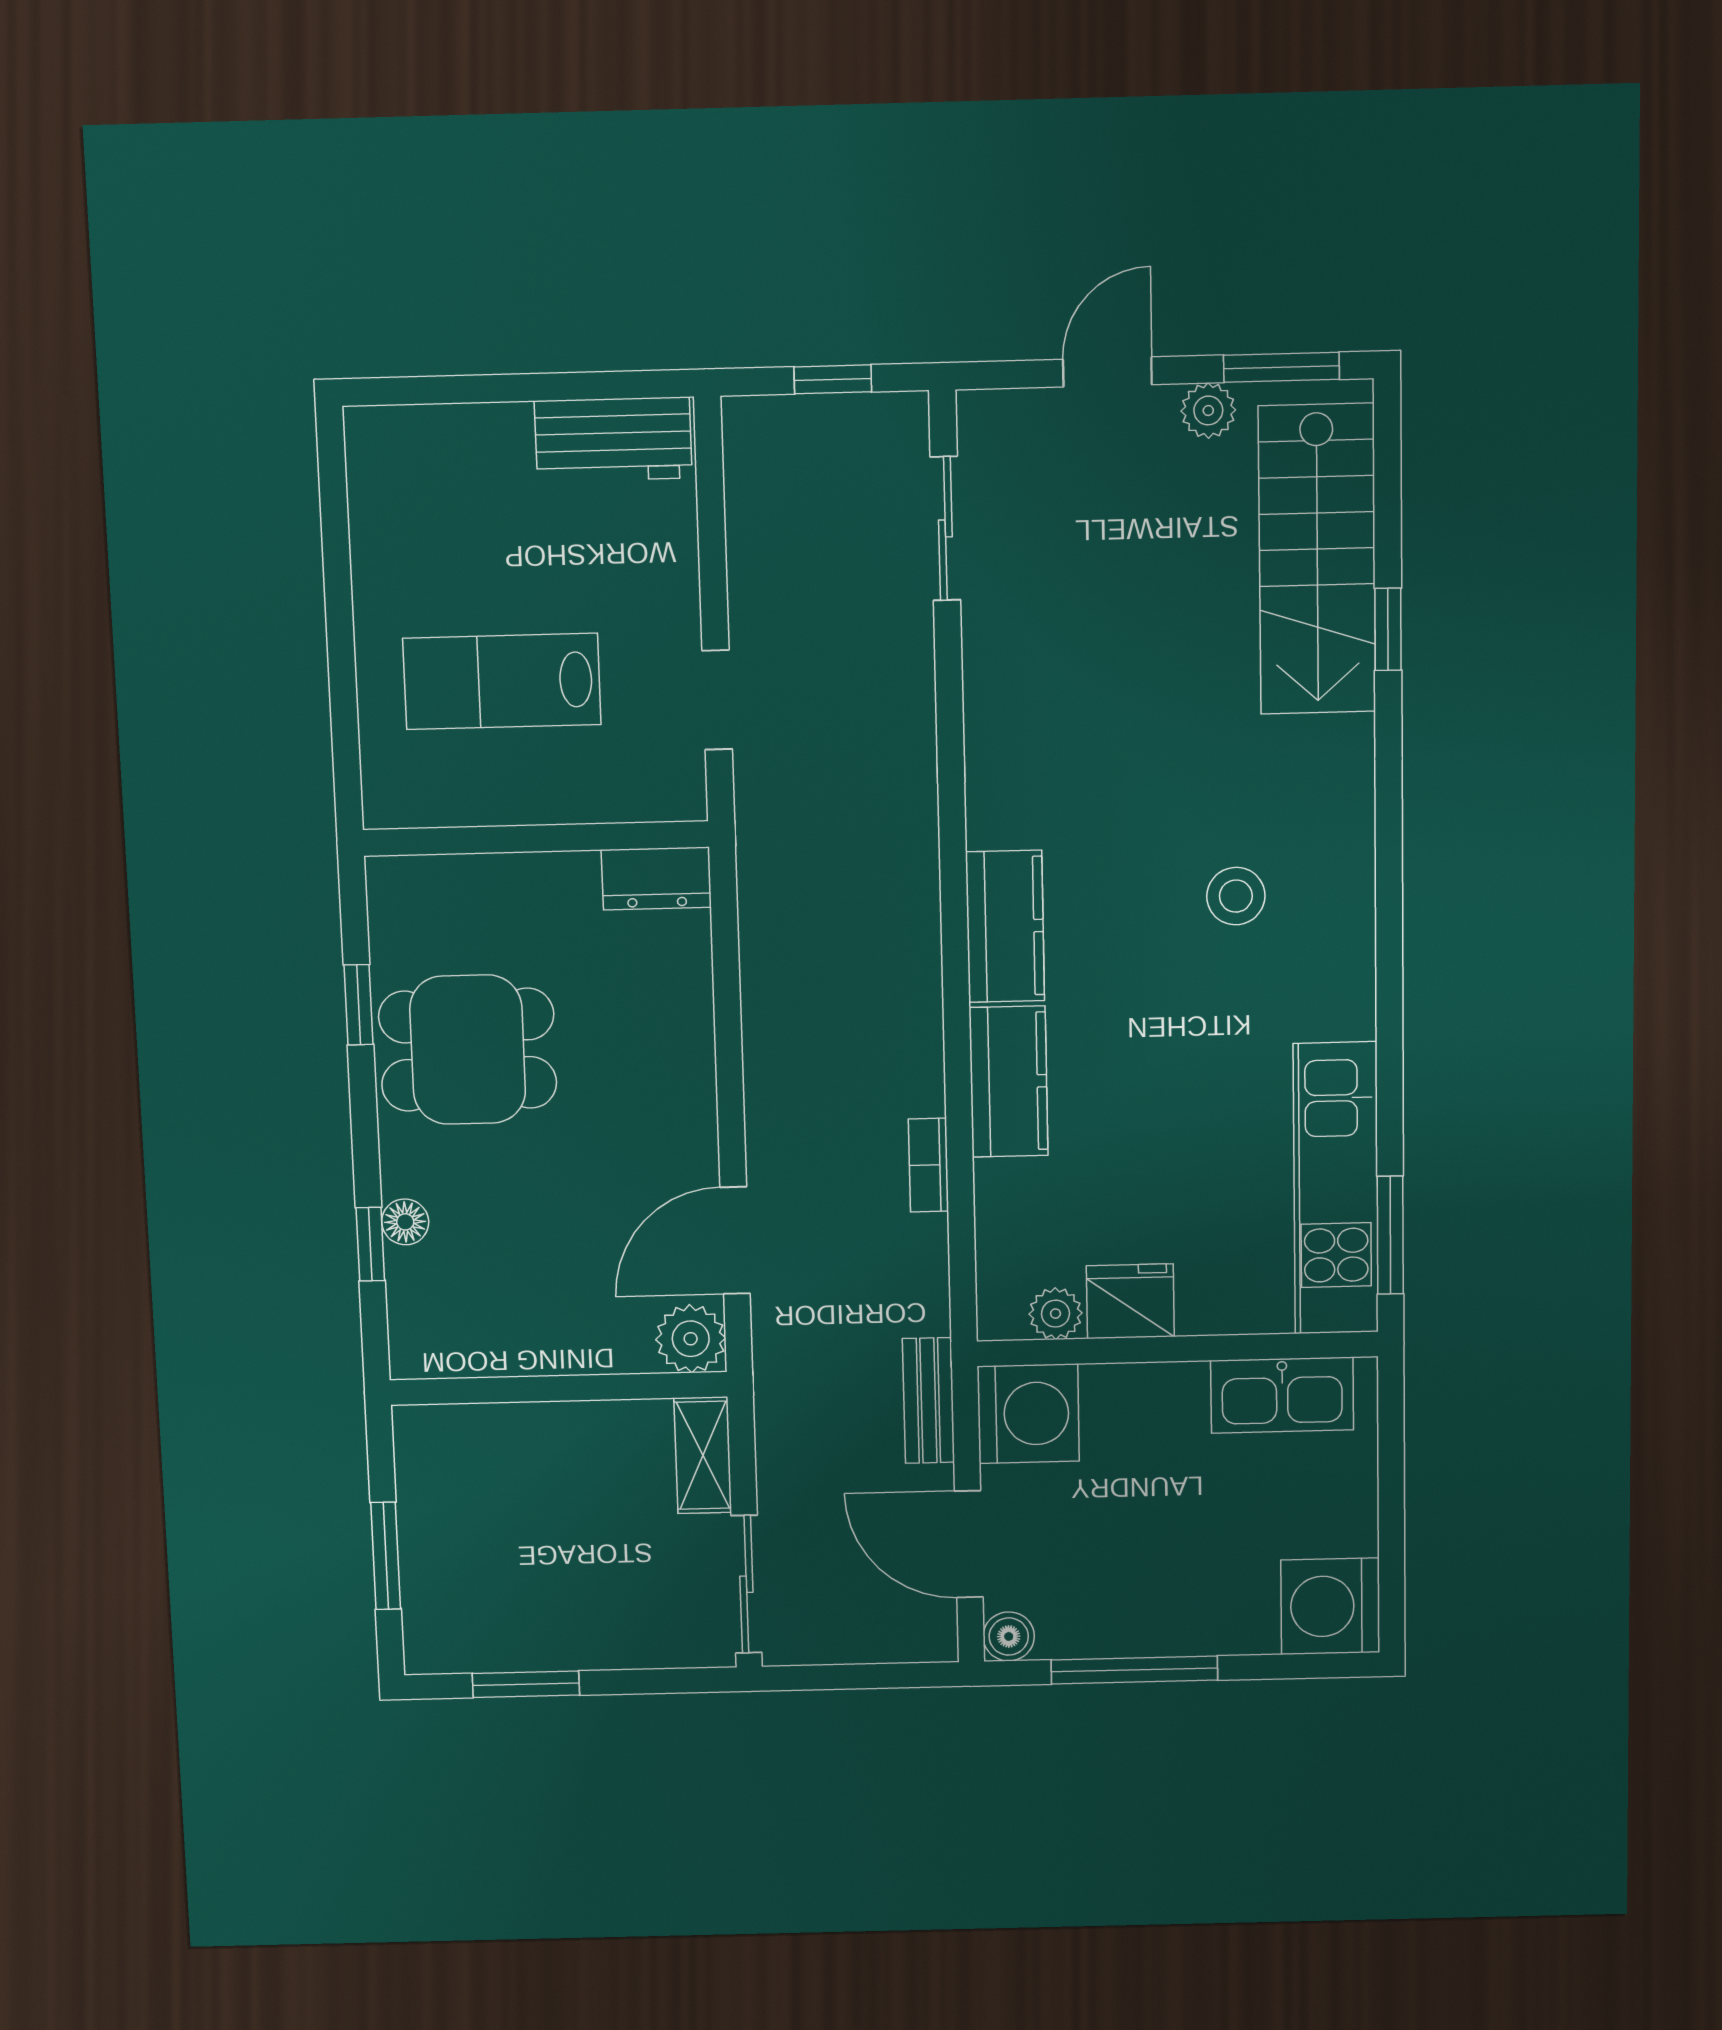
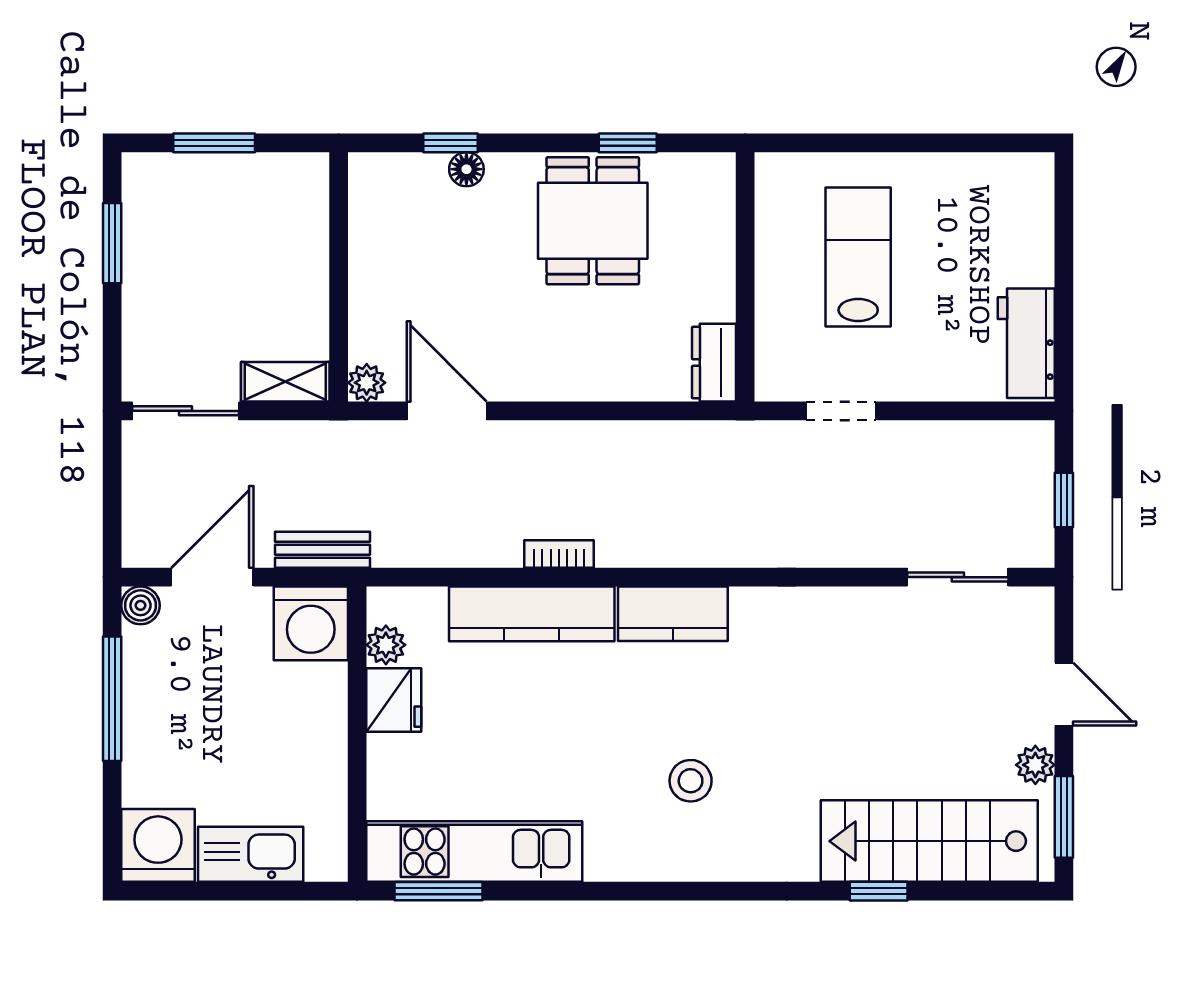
kitchen counter: (1009, 1082) -> (532, 614), width x1.50
bookcase: (928, 1165) -> (559, 554), moved
plant: (691, 1339) -> (367, 383), width x0.73, depth x0.73
kitchen sink: (1282, 1395) -> (251, 854), moved, turned 90

